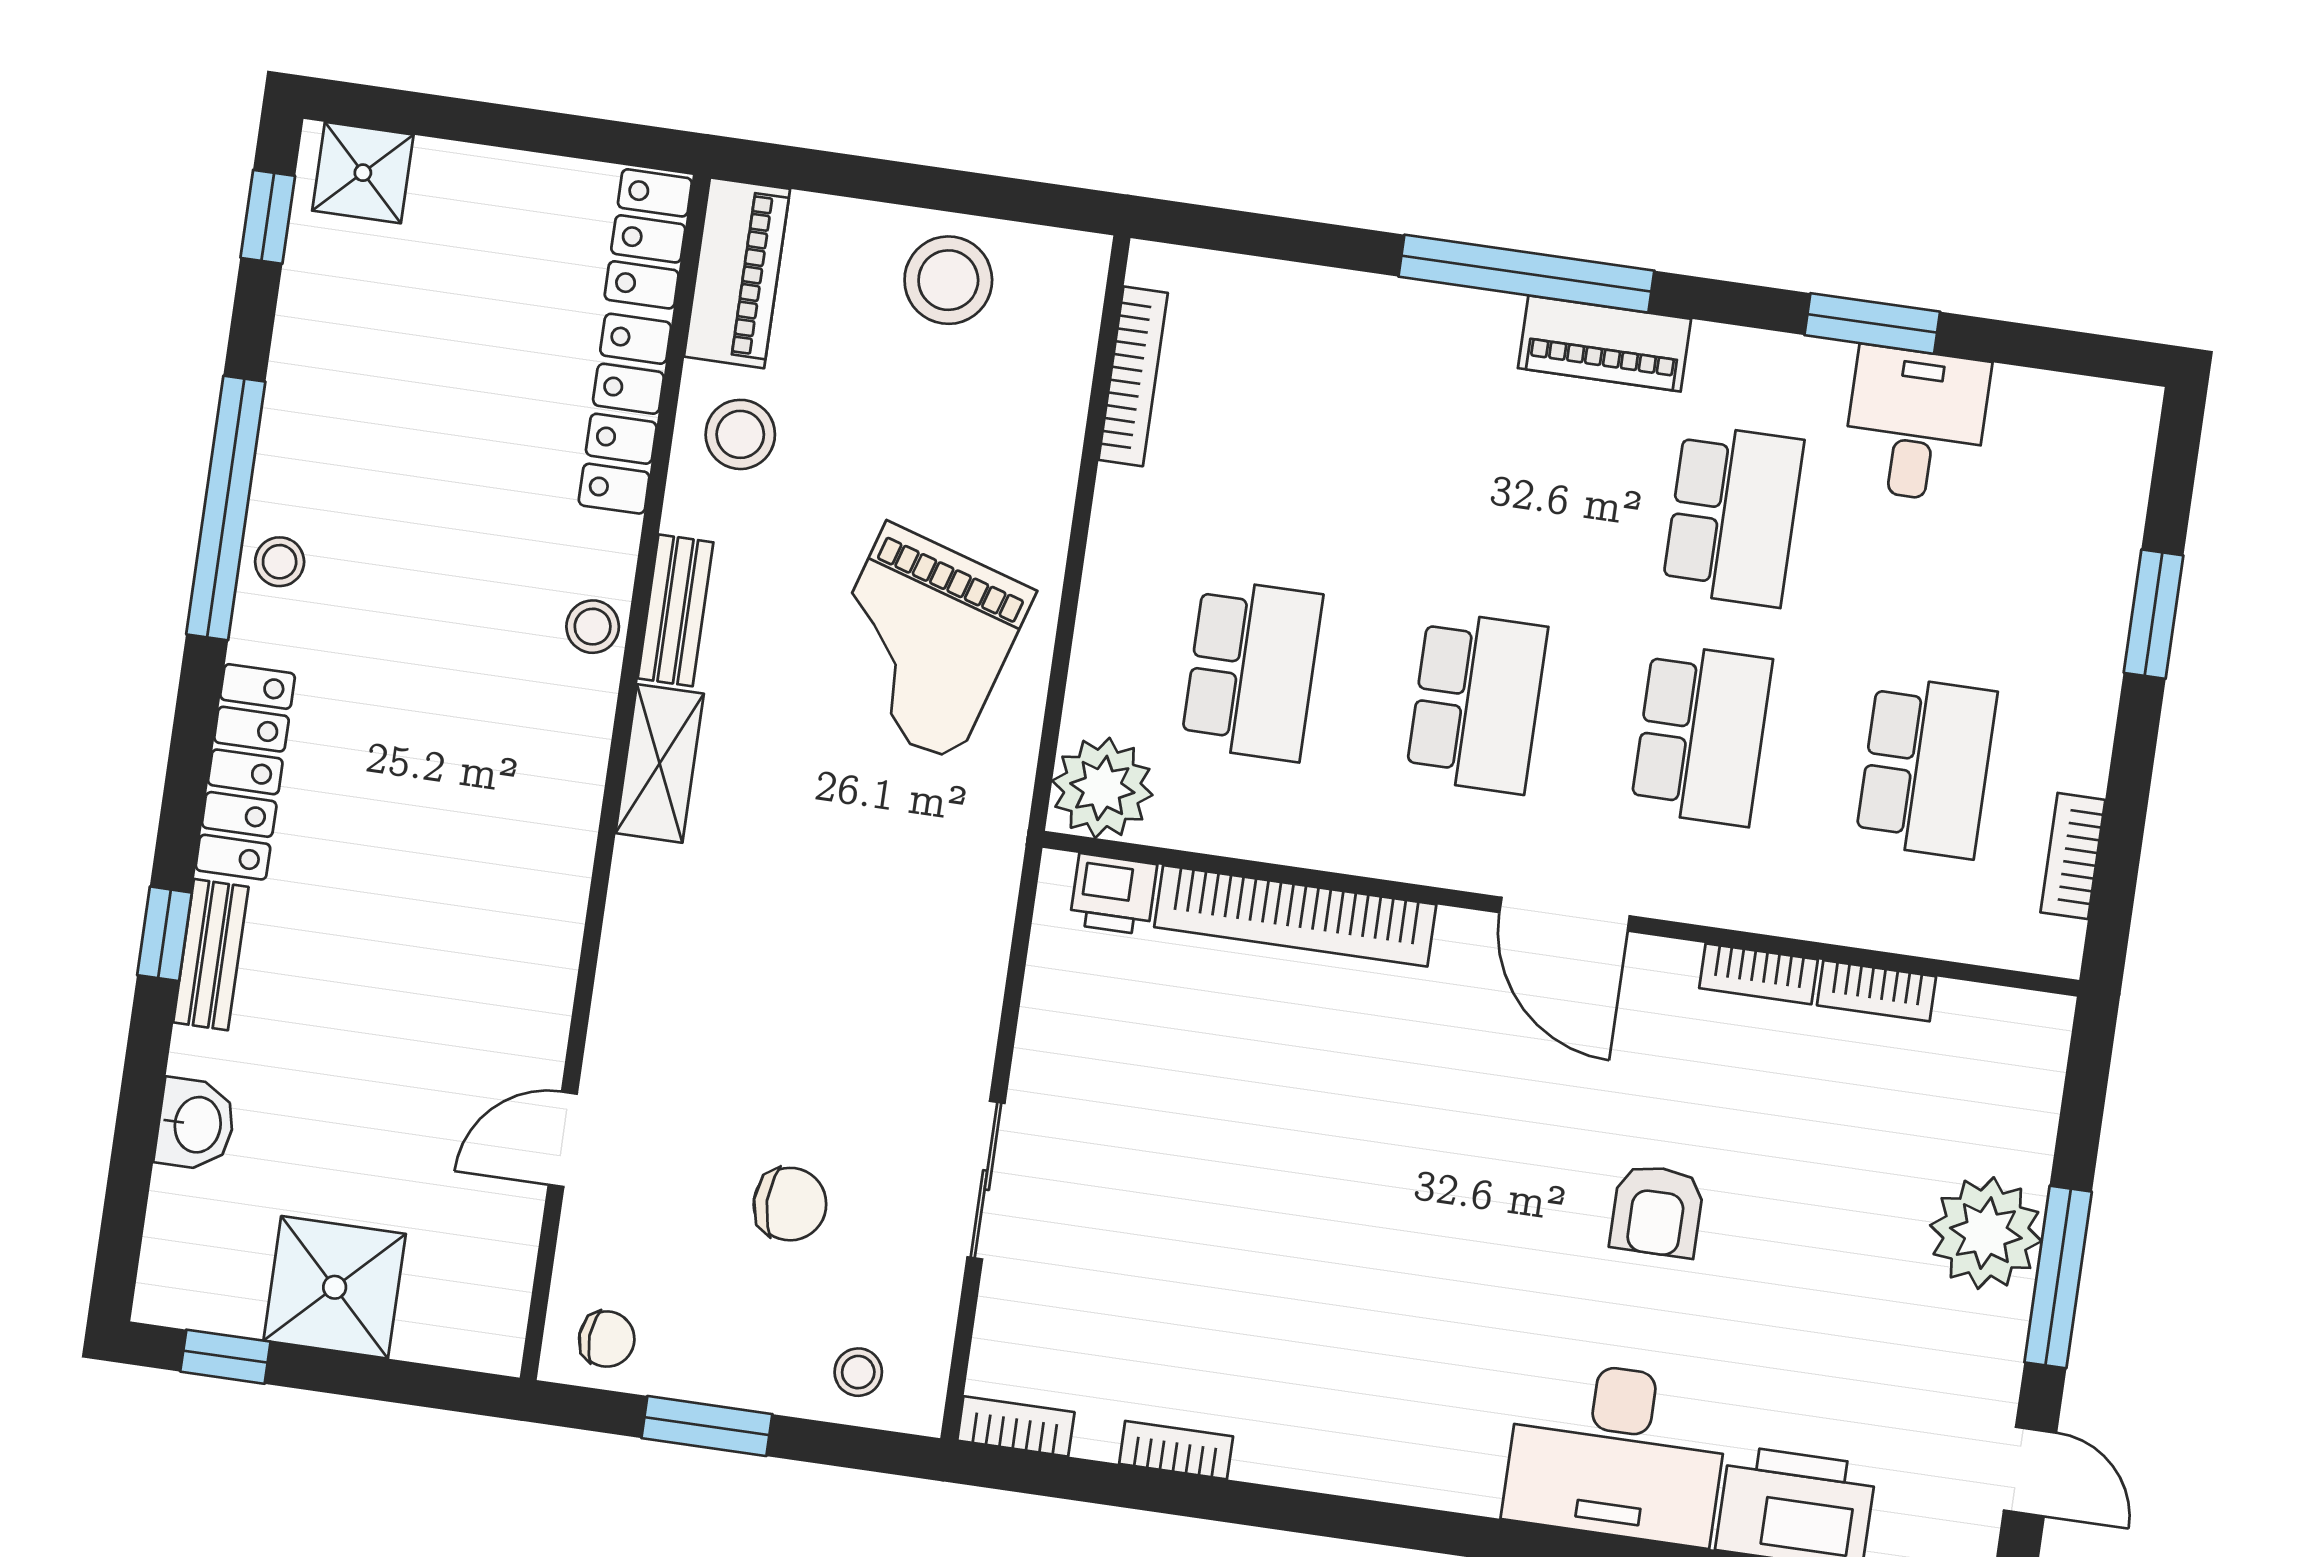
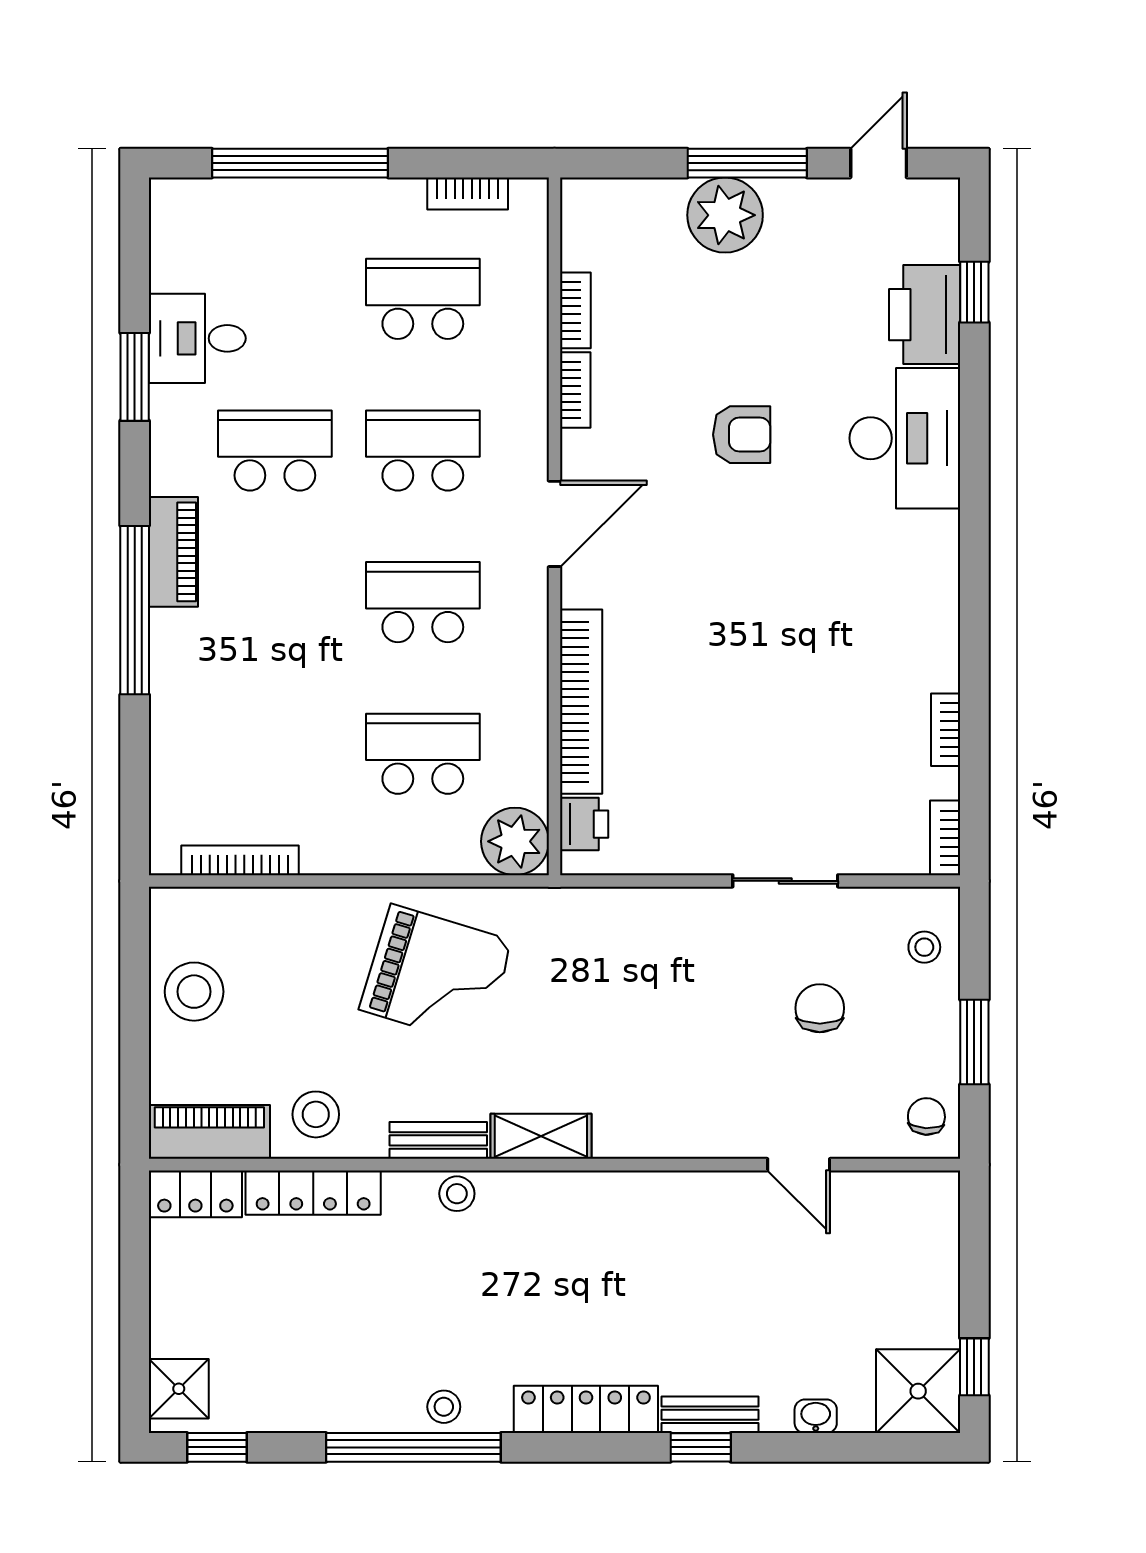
window: (2154, 614) -> (300, 163), width x2.11
washbasin: (196, 1124) -> (816, 1416), width x0.72, depth x0.69
shower: (335, 1287) -> (918, 1391), moved

